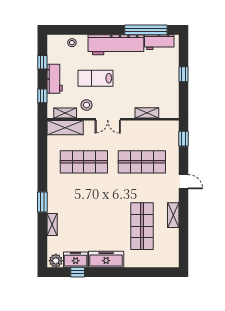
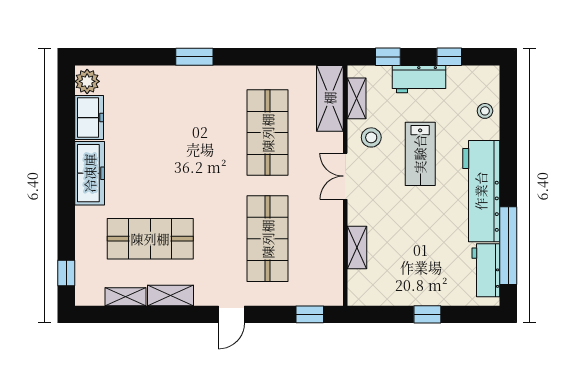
lab bench: (96, 78) -> (420, 154), turned 180
shelving: (52, 225) -> (126, 297), moved
window: (78, 272) -> (66, 273), moved

